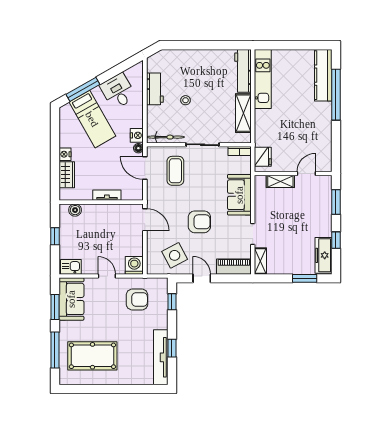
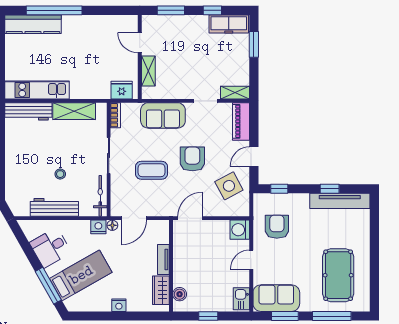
workbench: (155, 89) -> (54, 207), width x1.38
coffee table: (175, 171) -> (151, 170), moved
wardrobe: (67, 175) -> (161, 290), moved, turned -90

